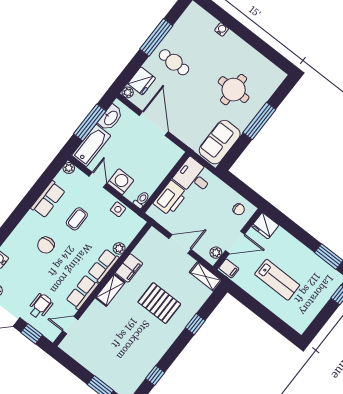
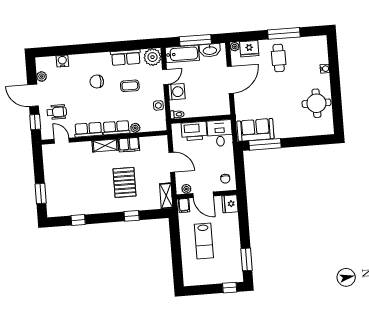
round table: (234, 90) -> (316, 103), moved
window: (259, 121) -> (265, 144), moved
plant: (69, 168) -> (152, 57), width x1.87, depth x1.87

